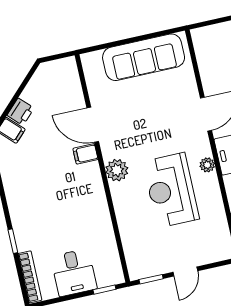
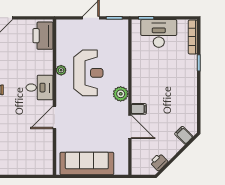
printer: (21, 112) -> (159, 162), moved
plant: (207, 165) -> (61, 70), moved
desk: (74, 273) -> (159, 33), width x1.37

